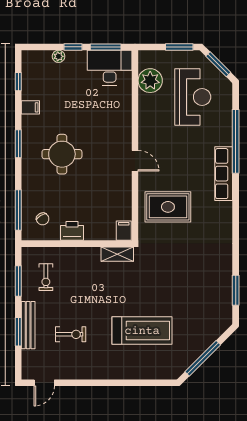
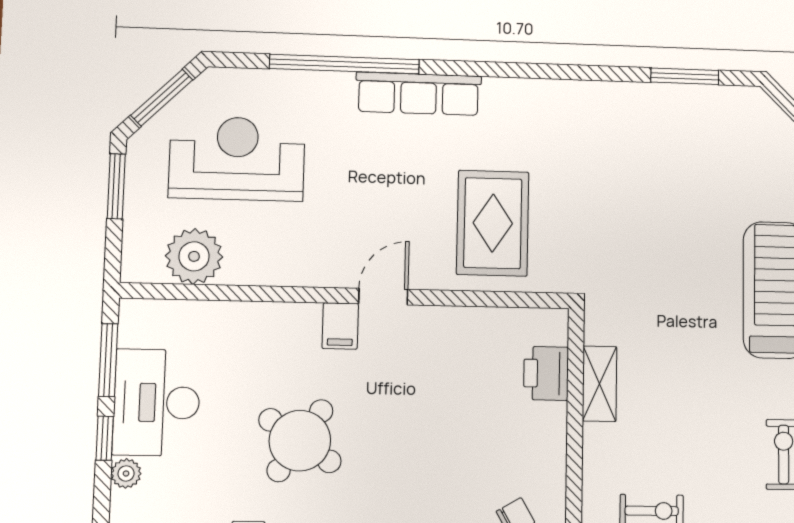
desk: (110, 68) -> (157, 402), moved
round table: (62, 154) -> (300, 441), moved, turned 34
printer: (72, 231) -> (546, 373), moved
filing cabinet: (124, 231) -> (340, 326), moved, turned -90
shelving: (117, 254) -> (600, 384), moved

